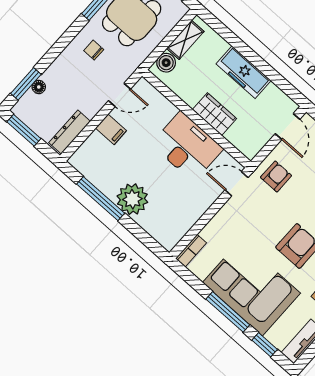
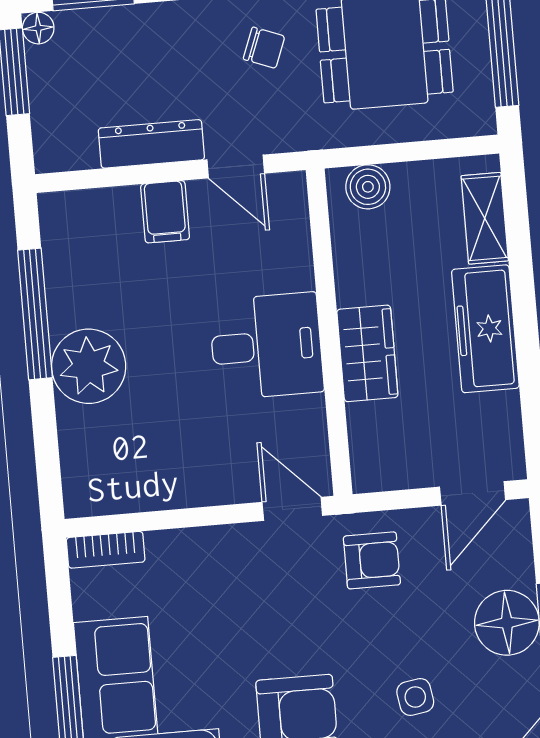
shelving: (185, 40) -> (485, 218), moved, turned 90
chair: (94, 50) -> (264, 48), turned 111
floor lamp: (39, 87) -> (38, 28), moved
dresser: (70, 132) -> (151, 144), moved
desk: (187, 147) -> (266, 346), width x0.73

